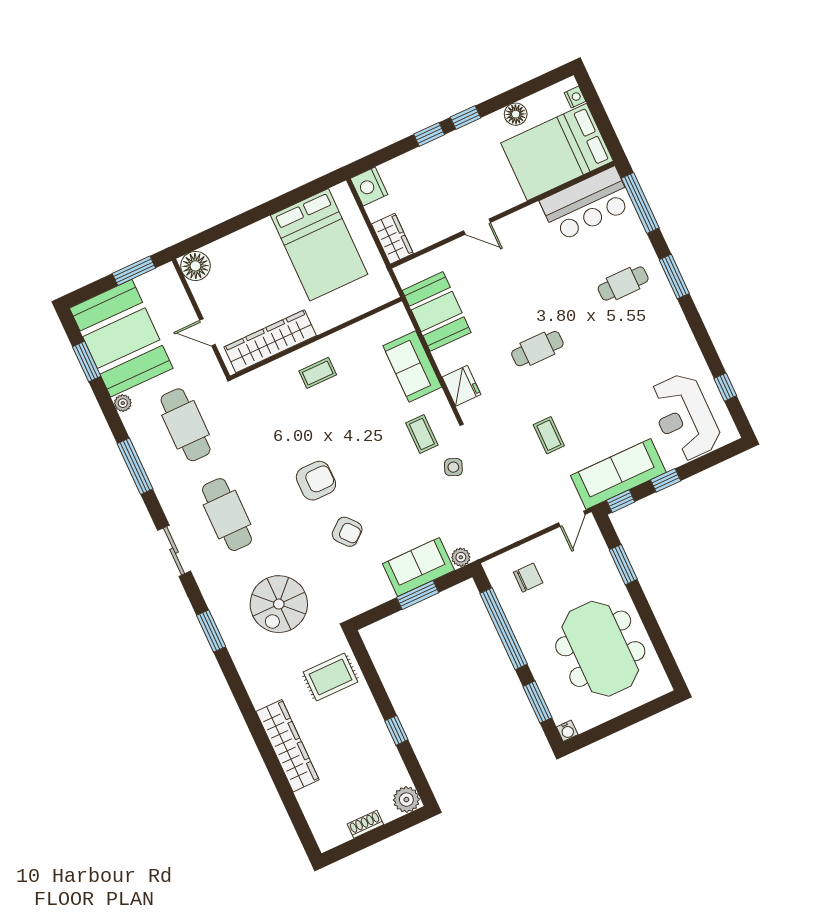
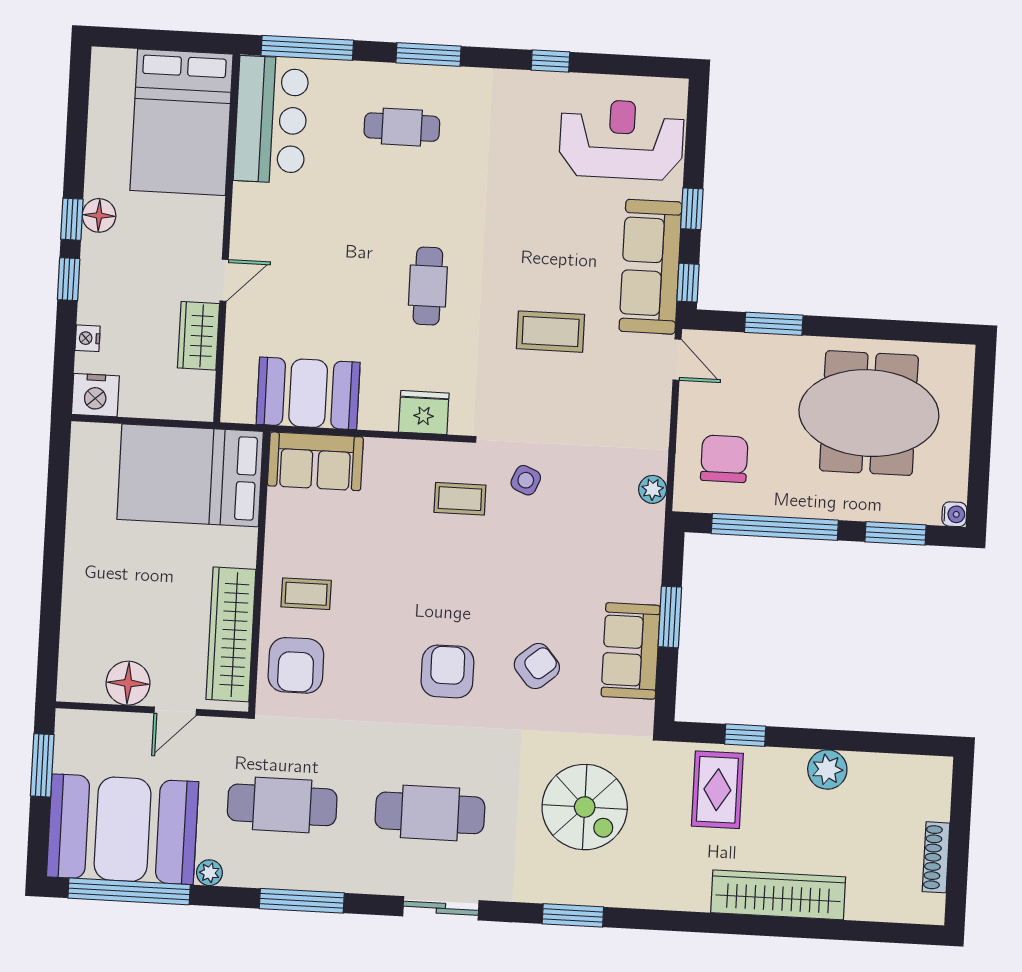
nightstand: (575, 97) -> (88, 338), moved, turned -90
floor lamp: (516, 114) -> (99, 215), moved
wardrobe: (392, 239) -> (199, 336), moved, turned -90
bed: (319, 245) -> (190, 475), moved, turned 180
floor lamp: (195, 266) -> (128, 683), moved
cafe table: (623, 284) -> (402, 127), turned 90
window: (87, 361) -> (129, 891), width x2.11
sofa: (412, 366) -> (315, 461), moved
coffee table: (318, 373) -> (306, 594), turned 90
window: (725, 387) -> (550, 61), moved
armchair: (272, 389) -> (296, 665), added
reception desk: (684, 417) -> (621, 139), turned 180
coffee table: (549, 435) -> (551, 332), width x1.36, depth x1.30
plant: (461, 557) -> (653, 489), moved
sofa: (419, 567) -> (631, 651), moved
chair: (528, 578) -> (724, 459), width x1.37, depth x1.37
window: (396, 730) -> (745, 735), moved
plant: (406, 800) -> (827, 769), moved
shoe rack: (365, 824) -> (936, 857), width x1.43

